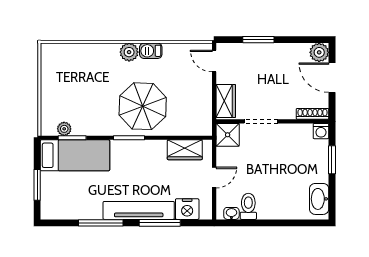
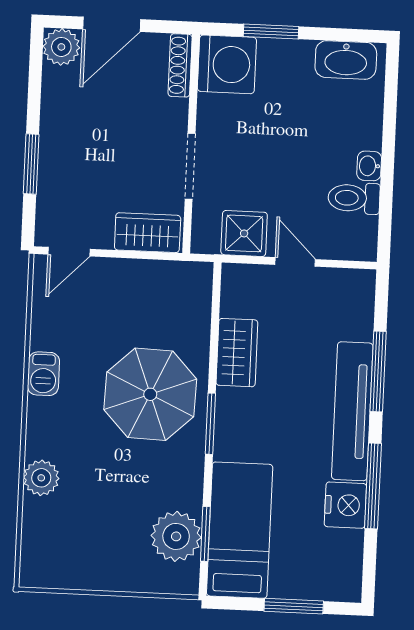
plant: (129, 52) -> (41, 478), moved
plant: (64, 129) -> (176, 536), width x1.88, depth x1.88
washing machine: (321, 131) -> (227, 64), width x1.89, depth x1.89
shower: (228, 135) -> (244, 233), moved
wardrobe: (185, 150) -> (237, 353), moved
nightstand: (187, 209) -> (345, 505), moved
washbasin: (231, 213) -> (369, 166), moved

